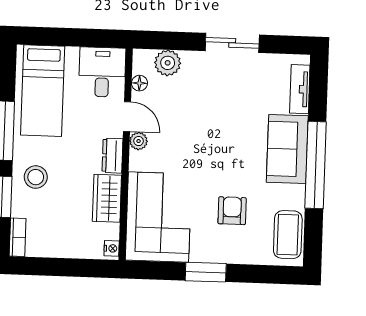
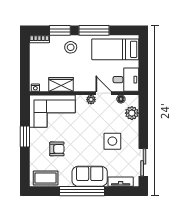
sliding door: (232, 43) -> (143, 162), moved
side table: (221, 103) -> (112, 141), added
door: (127, 117) -> (103, 93), swing flipped
dresser: (112, 156) -> (83, 86), removed

